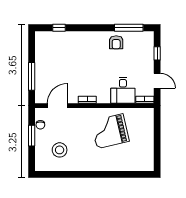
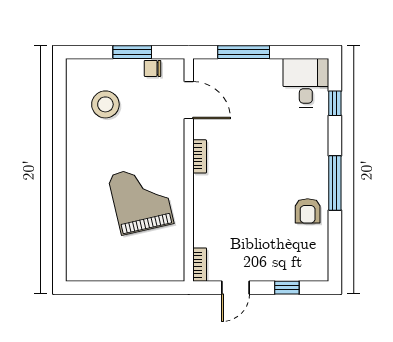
window: (129, 28) -> (335, 183), moved
armchair: (116, 42) -> (308, 211), turned -90
desk: (123, 90) -> (306, 83), moved, turned 90

